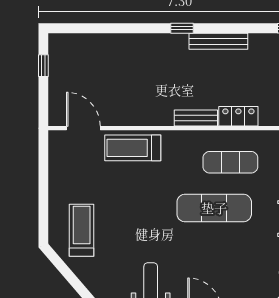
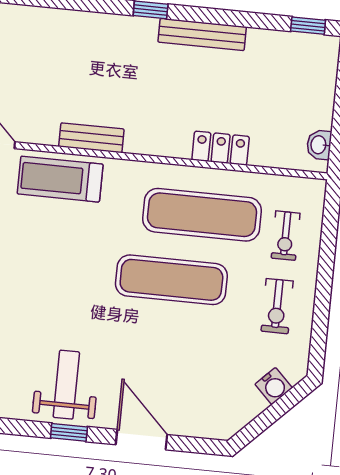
bench: (196, 118) -> (91, 138), moved
exercise mat: (230, 162) -> (202, 215), width x1.36, depth x1.45

